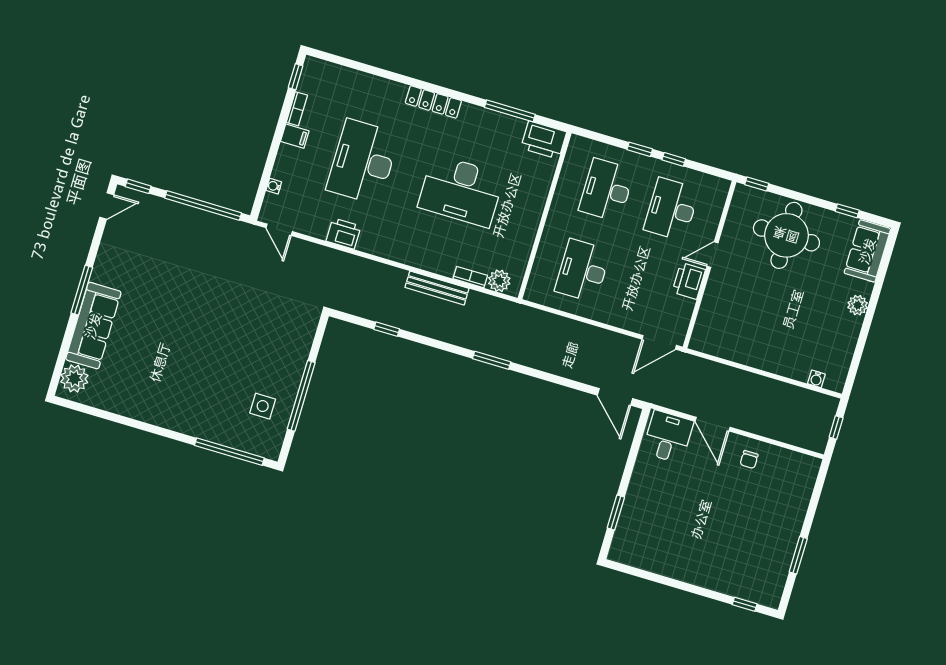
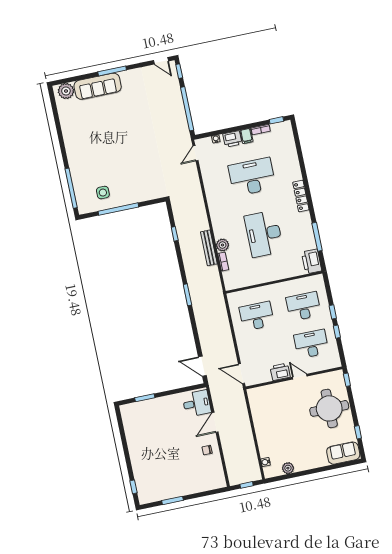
printer: (344, 234) -> (232, 139), moved, turned 90
plant: (499, 281) -> (222, 245), moved
plant: (858, 305) -> (288, 468), moved
door: (615, 397) -> (202, 366), hinge flipped

